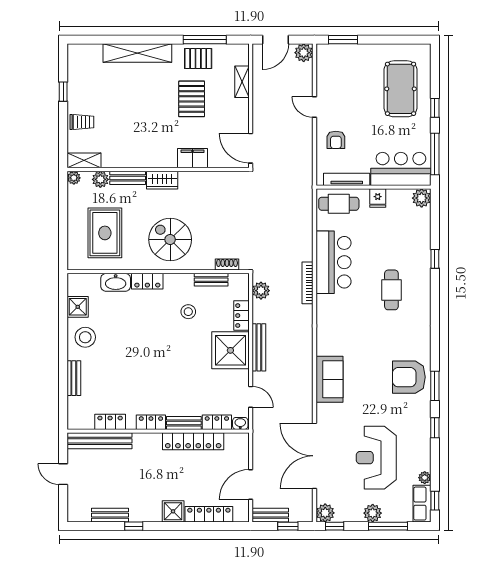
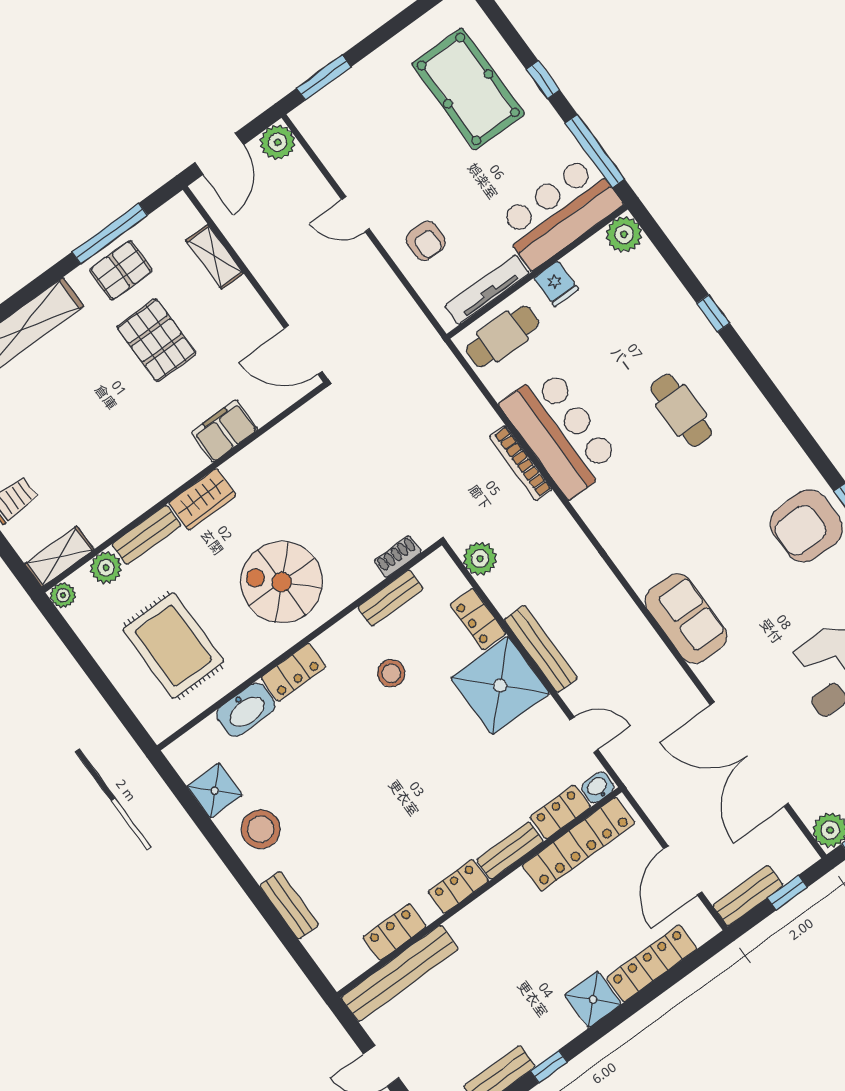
bookcase: (307, 283) -> (521, 463), moved
locker: (193, 441) -> (579, 844), moved

